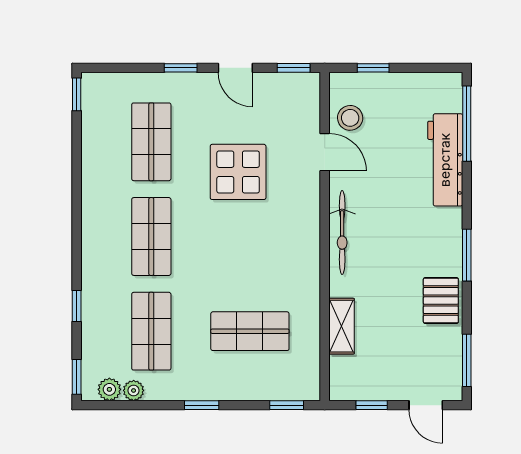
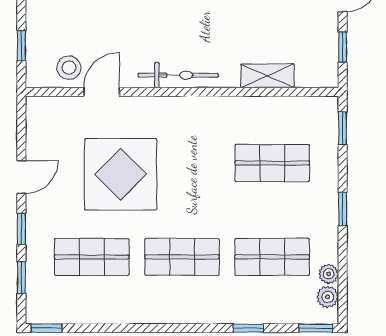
window: (294, 68) -> (21, 278), moved
display table: (238, 172) -> (120, 174), width x1.36, depth x1.36
shop shelf: (250, 331) -> (272, 163), turned 90

